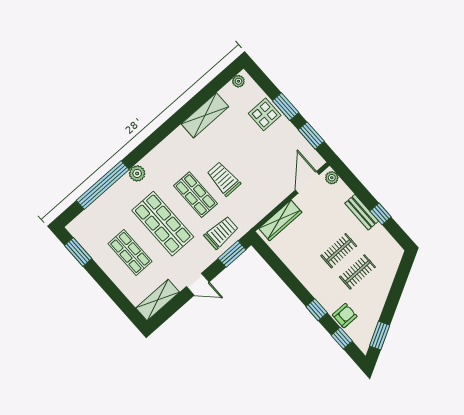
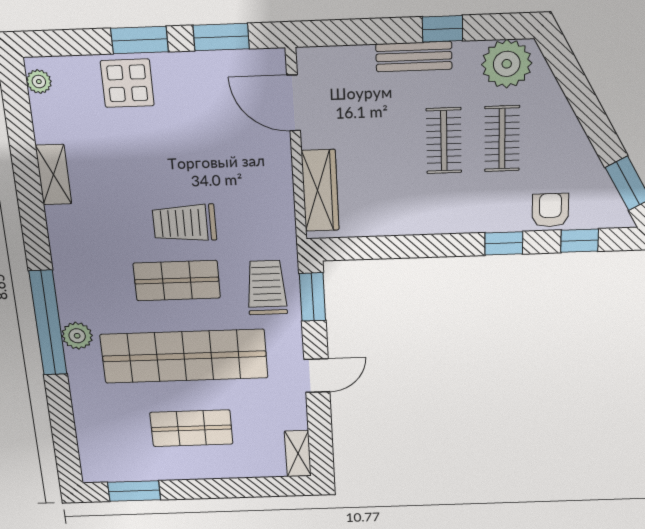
shelving: (205, 115) -> (54, 175), width x0.67, depth x0.75
plant: (332, 178) -> (507, 64), moved, width x1.88, depth x1.88
window: (103, 185) -> (48, 323), moved
shop shelf: (163, 224) -> (184, 356), width x1.40
shelving: (158, 300) -> (298, 454), width x0.67, depth x0.75

